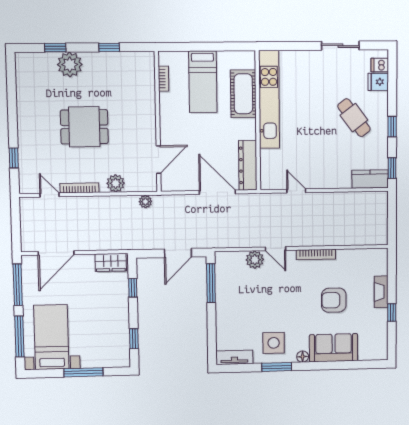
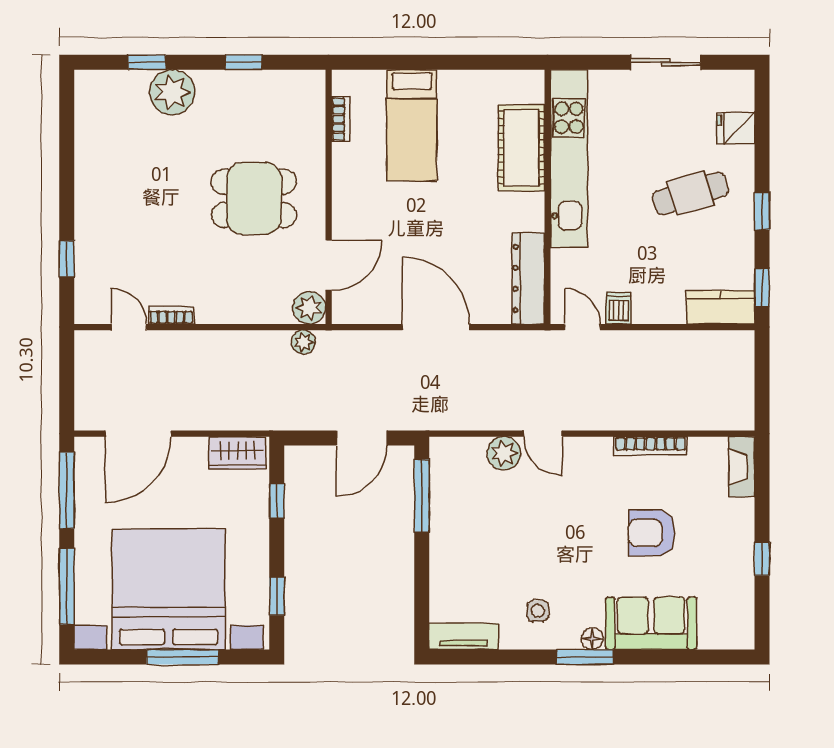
dishwasher: (380, 65) -> (618, 308), moved, turned 90
cot: (243, 94) -> (521, 148), moved
kitchen unit: (269, 99) -> (569, 159), moved
cafe table: (354, 118) -> (691, 194), turned -70
wall: (258, 121) -> (548, 197), moved
dining table: (84, 127) -> (254, 198), moved
dresser: (248, 165) -> (528, 278), moved
plant: (116, 183) -> (309, 308), moved
bookcase: (80, 188) -> (171, 315), width x0.64
bookcase: (316, 254) -> (650, 446), moved
fireplace: (381, 292) -> (742, 467), moved
bed with nightstands: (51, 337) -> (169, 589), width x1.85
side table: (274, 343) -> (538, 611), width x0.54, depth x0.54
window: (277, 367) -> (585, 657), moved

